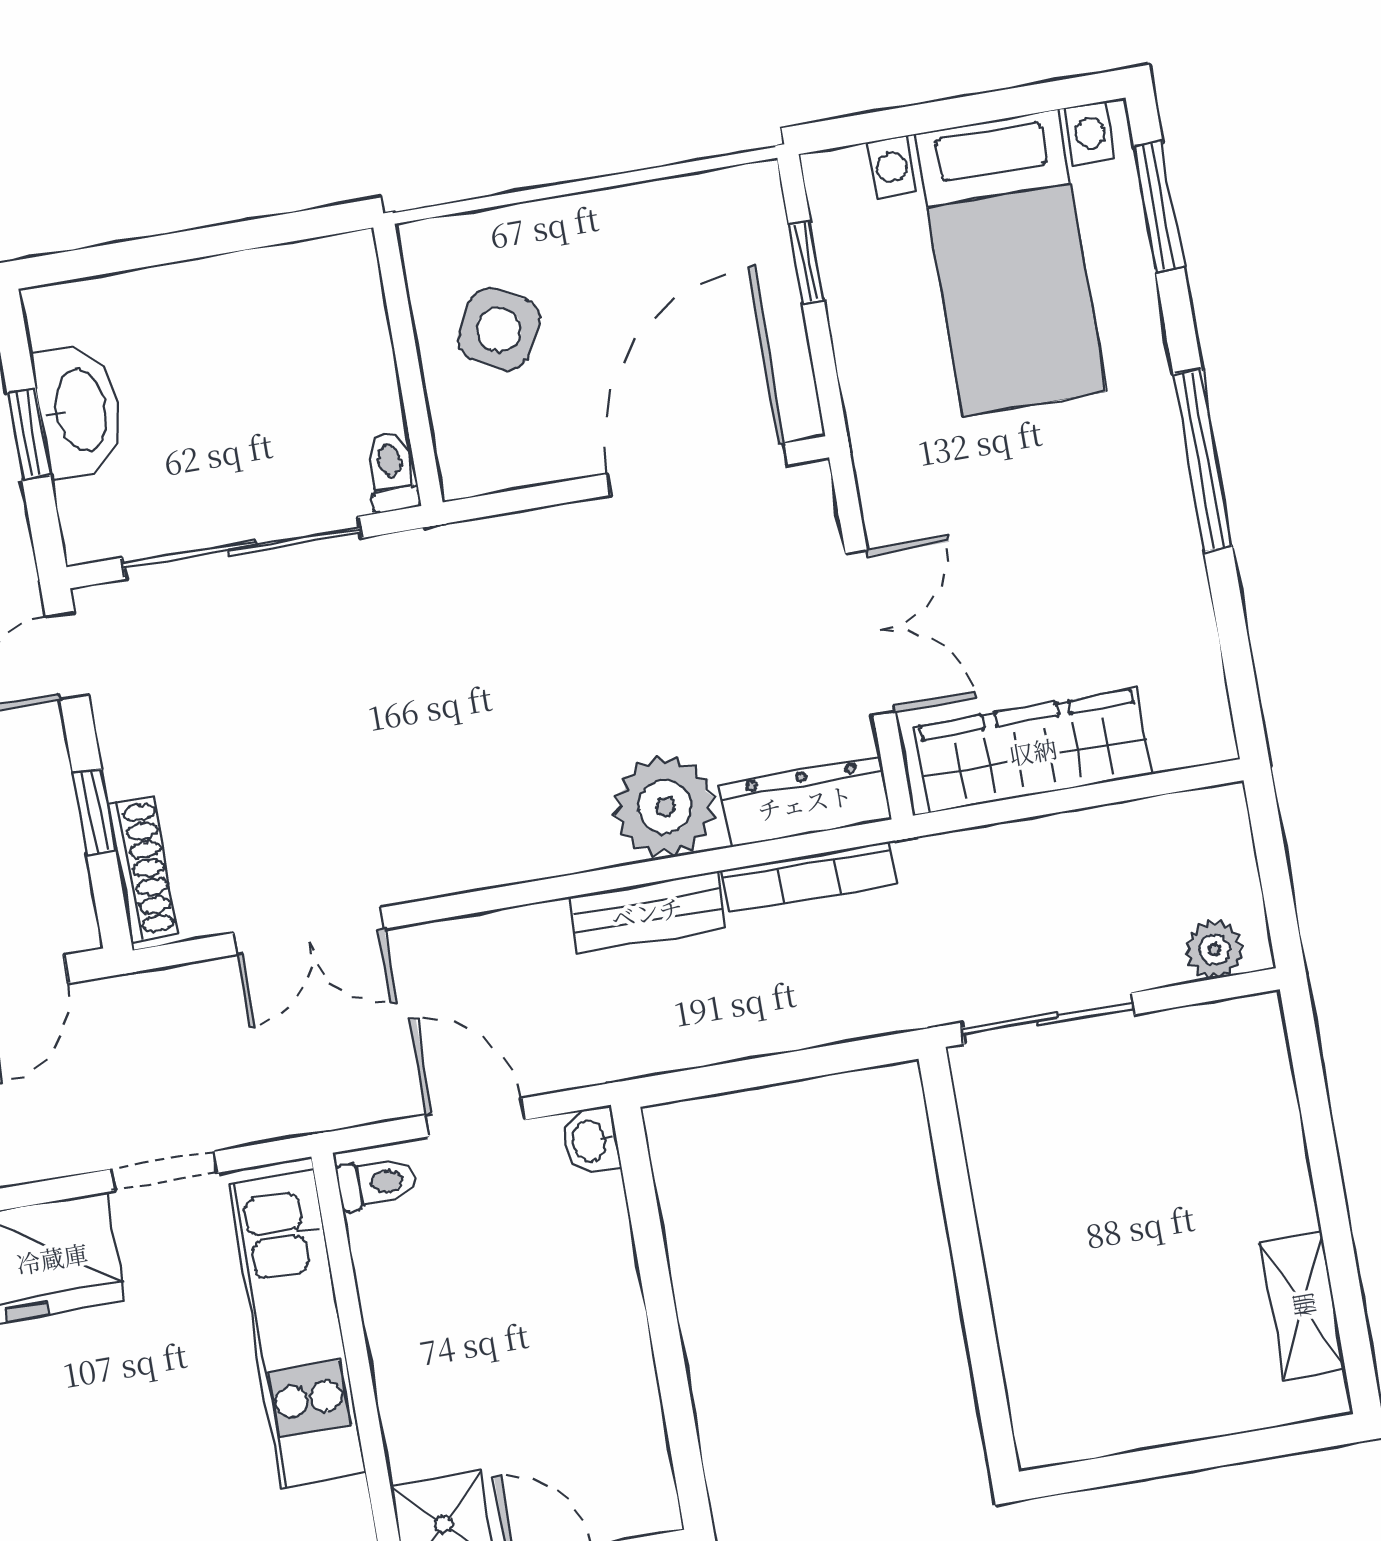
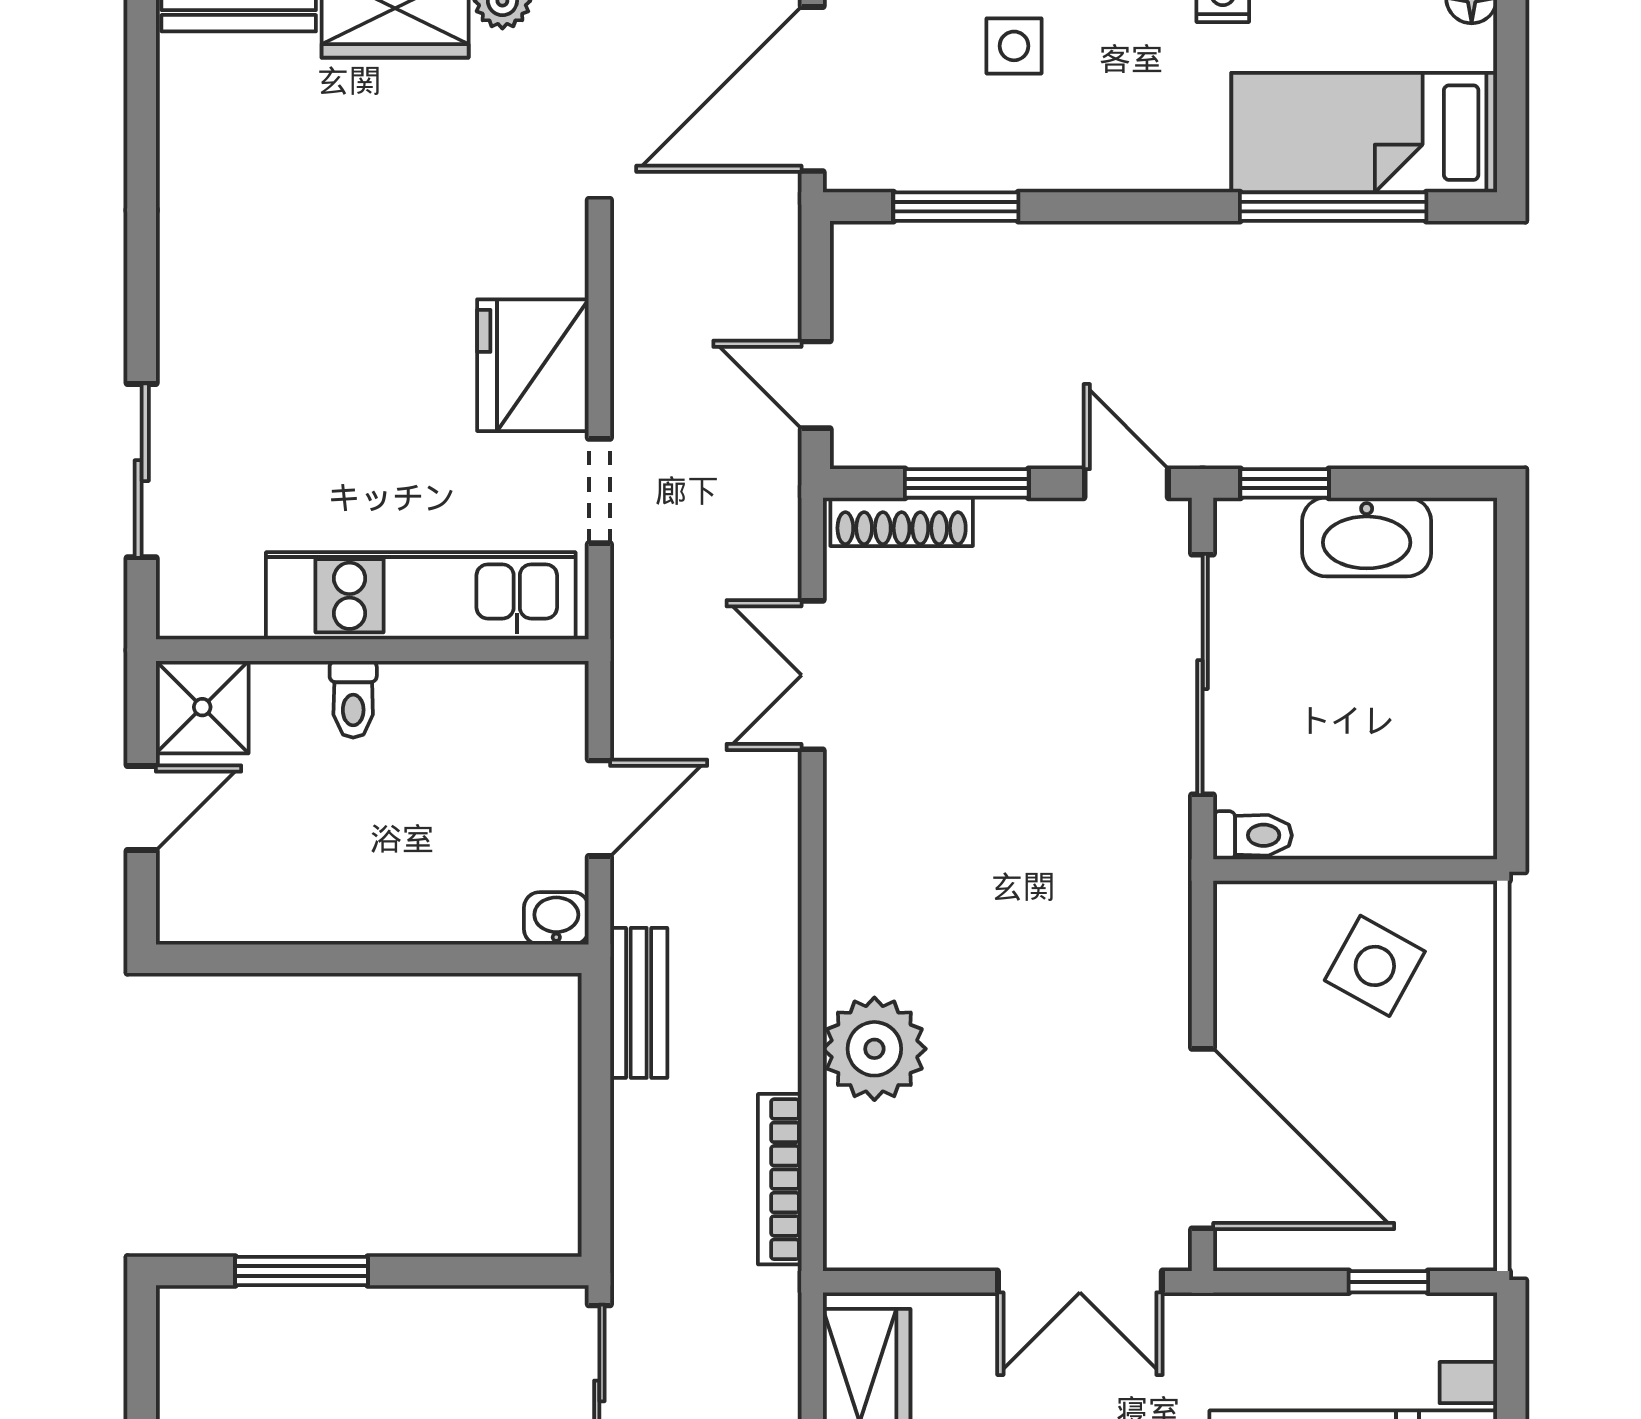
window: (29, 434) -> (1285, 483), moved
double door: (870, 633) -> (1080, 1282), moved
dresser: (805, 802) -> (855, 1189), removed
window: (94, 812) -> (967, 483), width x1.50
bench: (647, 912) -> (639, 1003), moved
toilet: (376, 1183) -> (353, 699), moved
window: (980, 1331) -> (302, 1271), added

